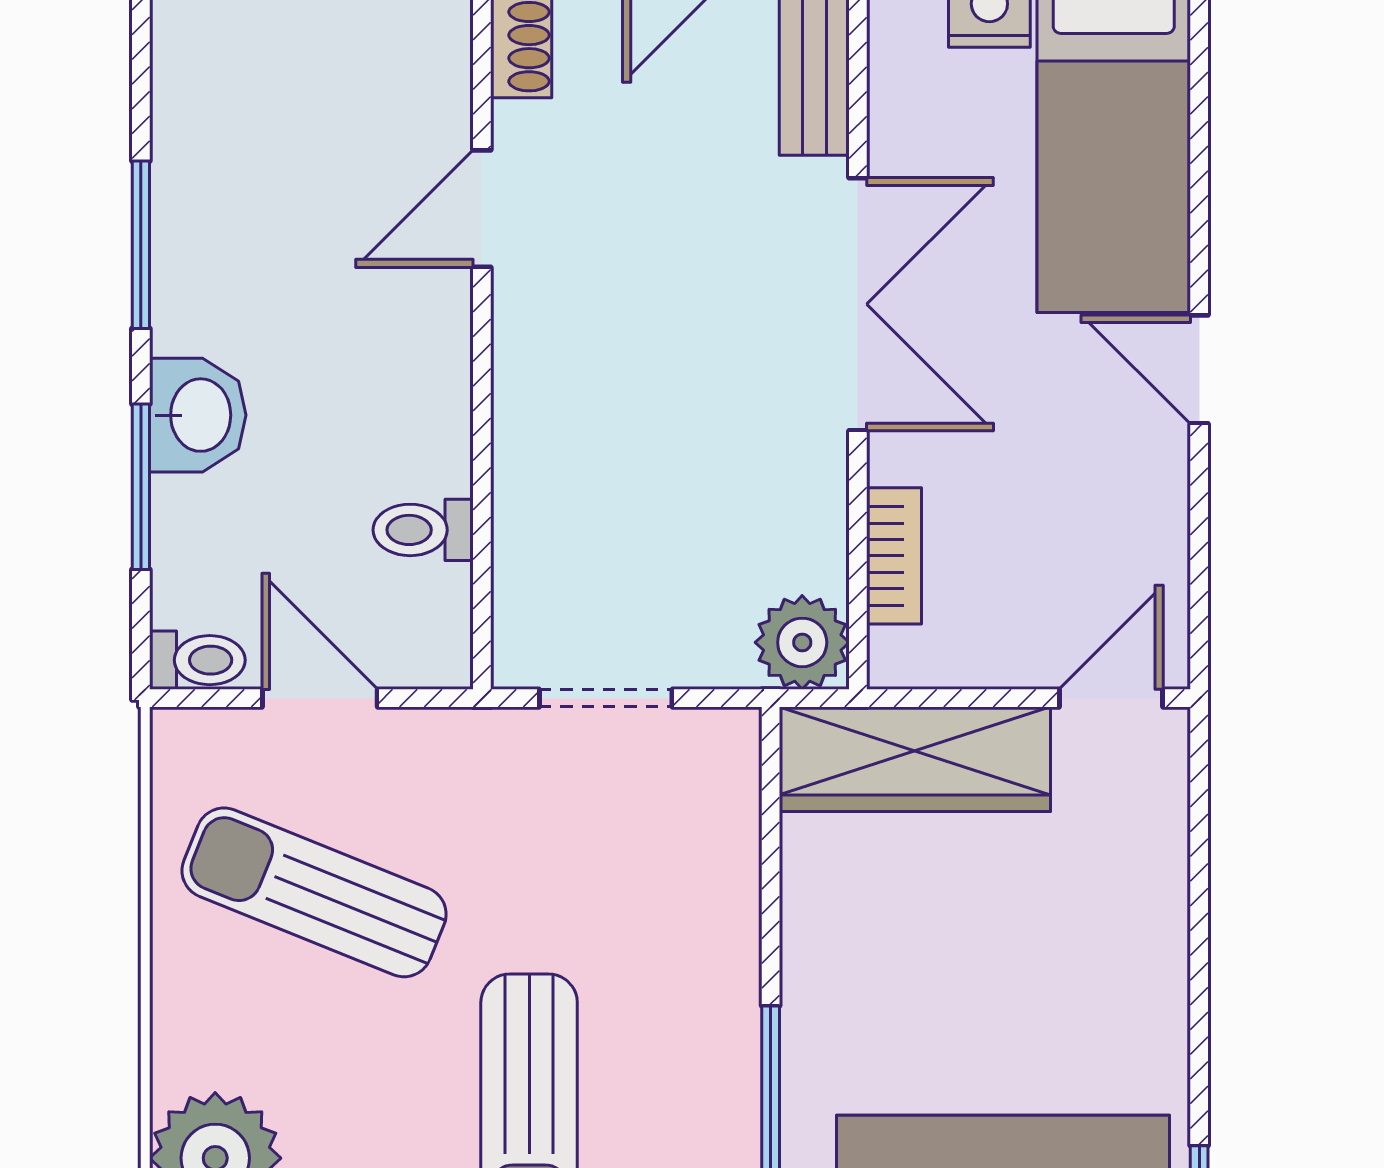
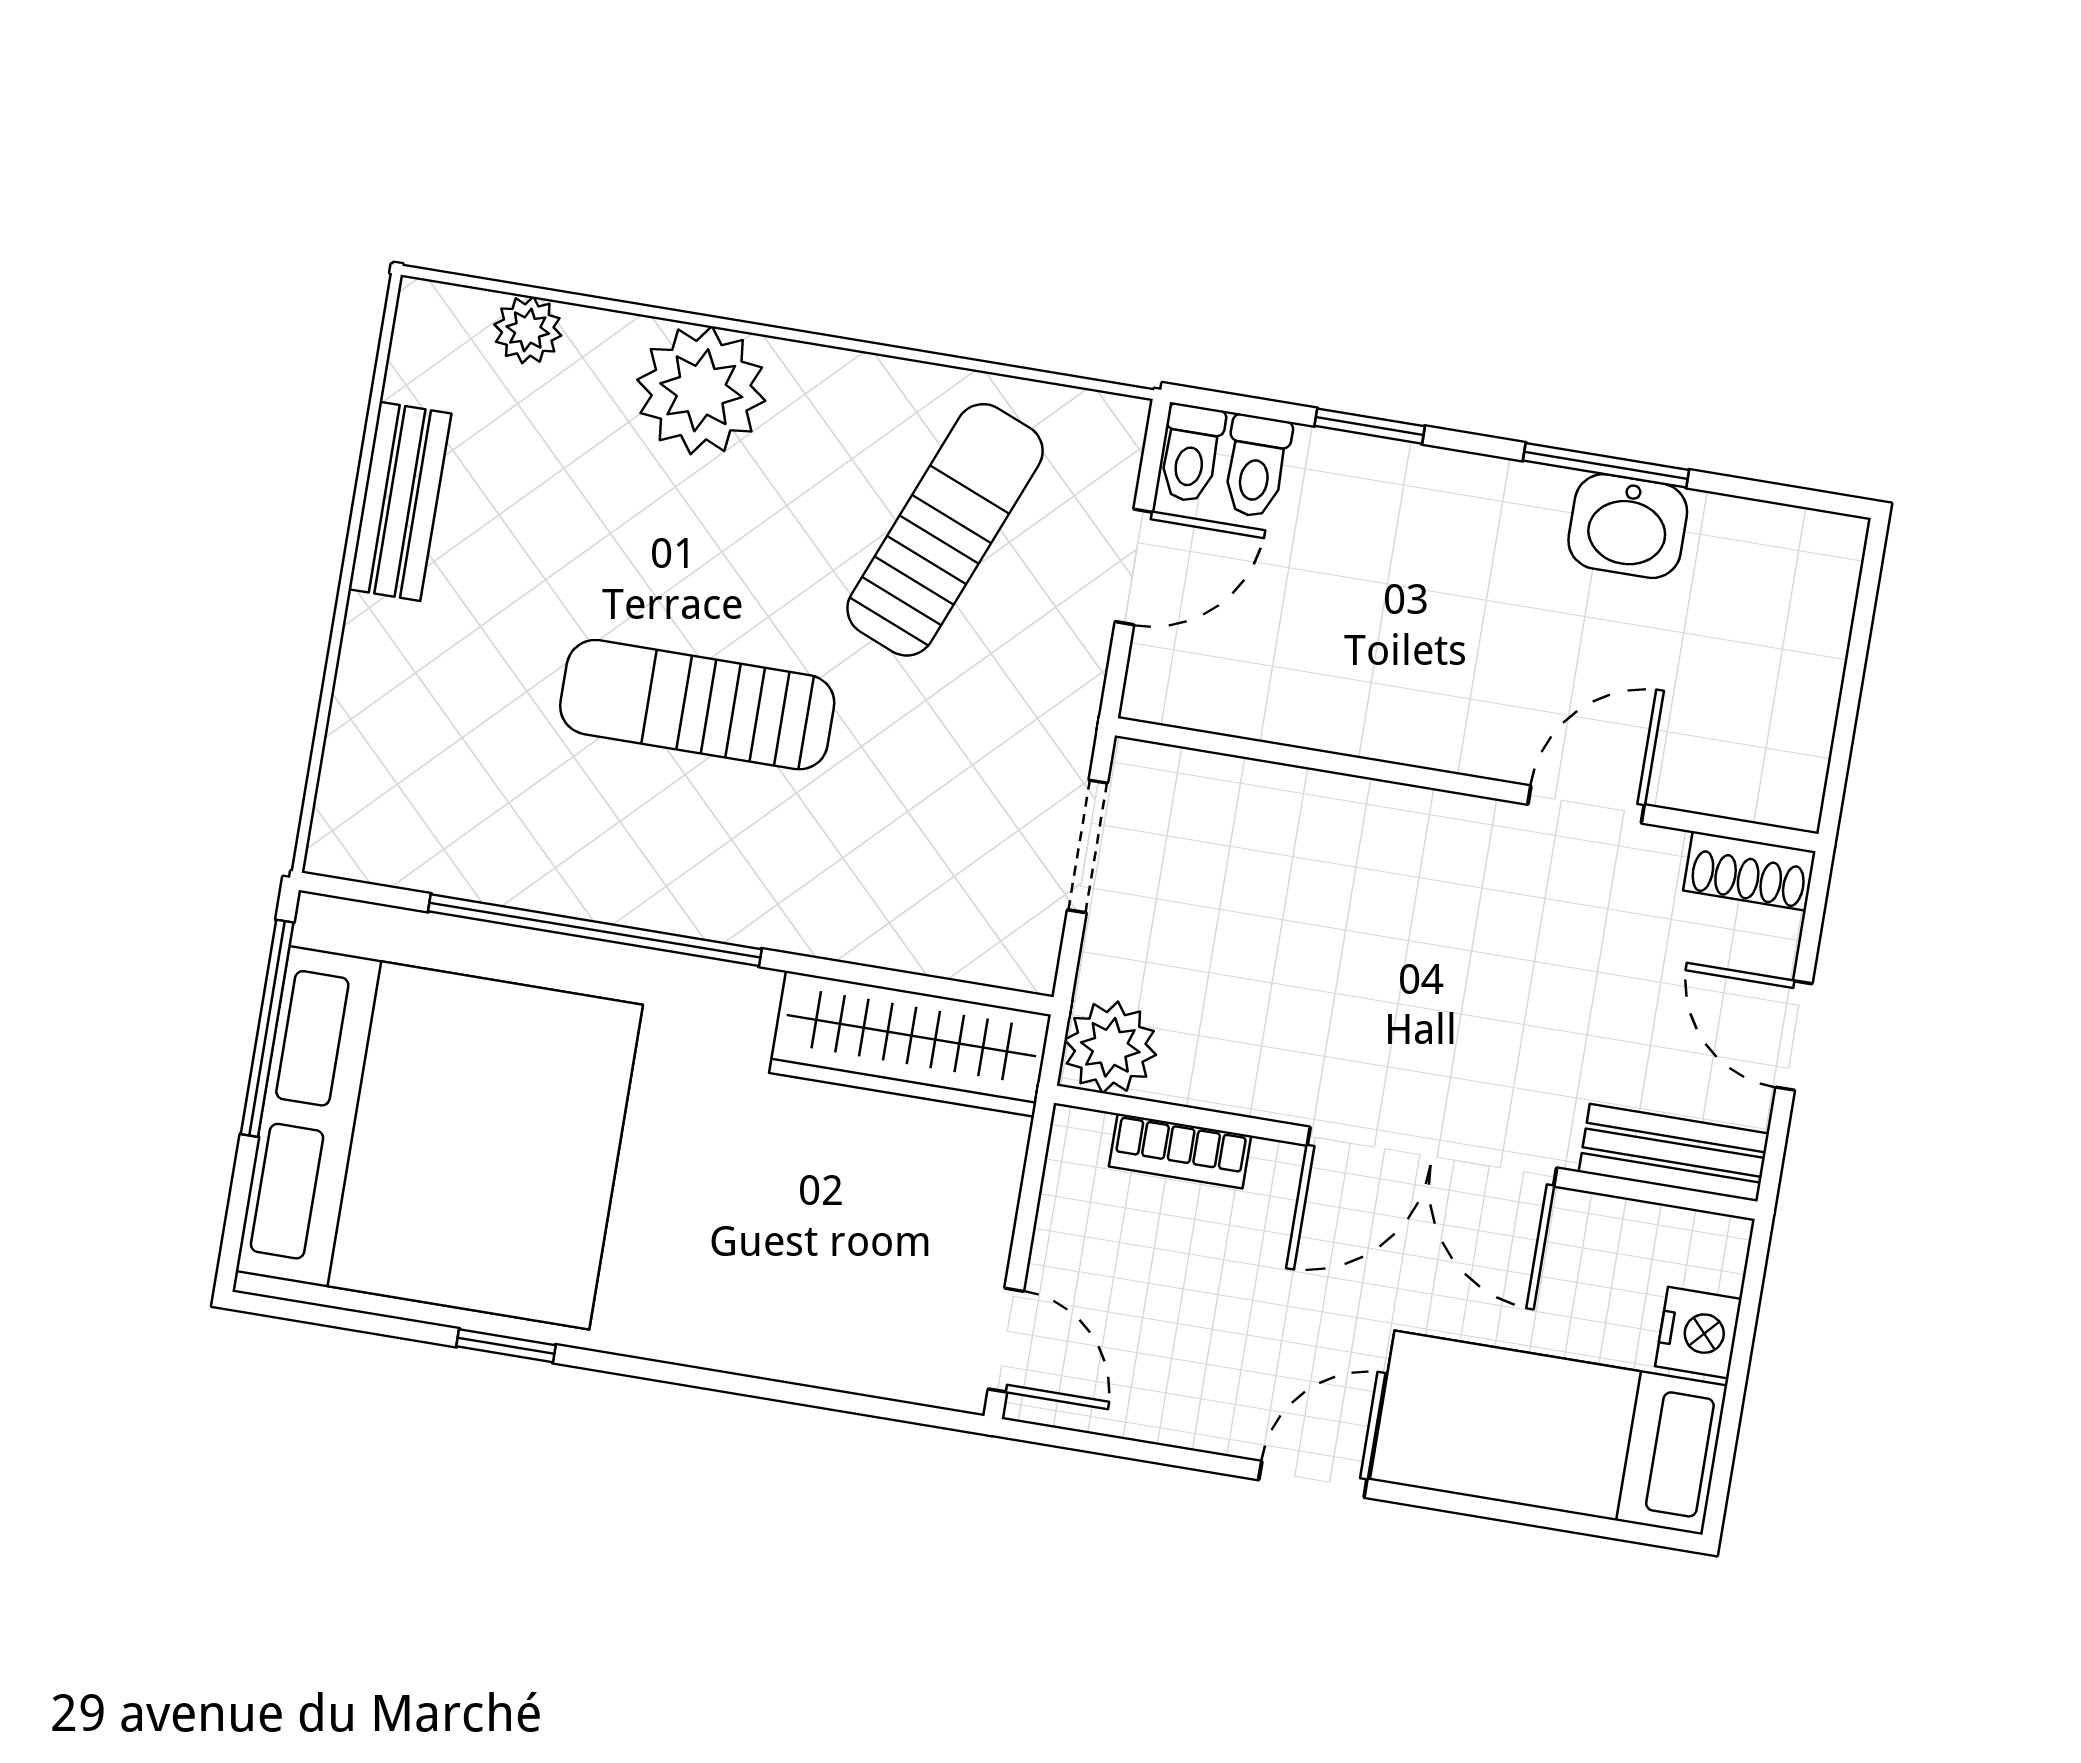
door: (482, 209) -> (1586, 804), hinge flipped
washbasin: (198, 415) -> (1628, 526), moved
window: (141, 487) -> (1370, 426), width x0.67
toilet: (423, 530) -> (1256, 466), moved, turned 180
wardrobe: (915, 759) -> (910, 1044), moved, turned -90

